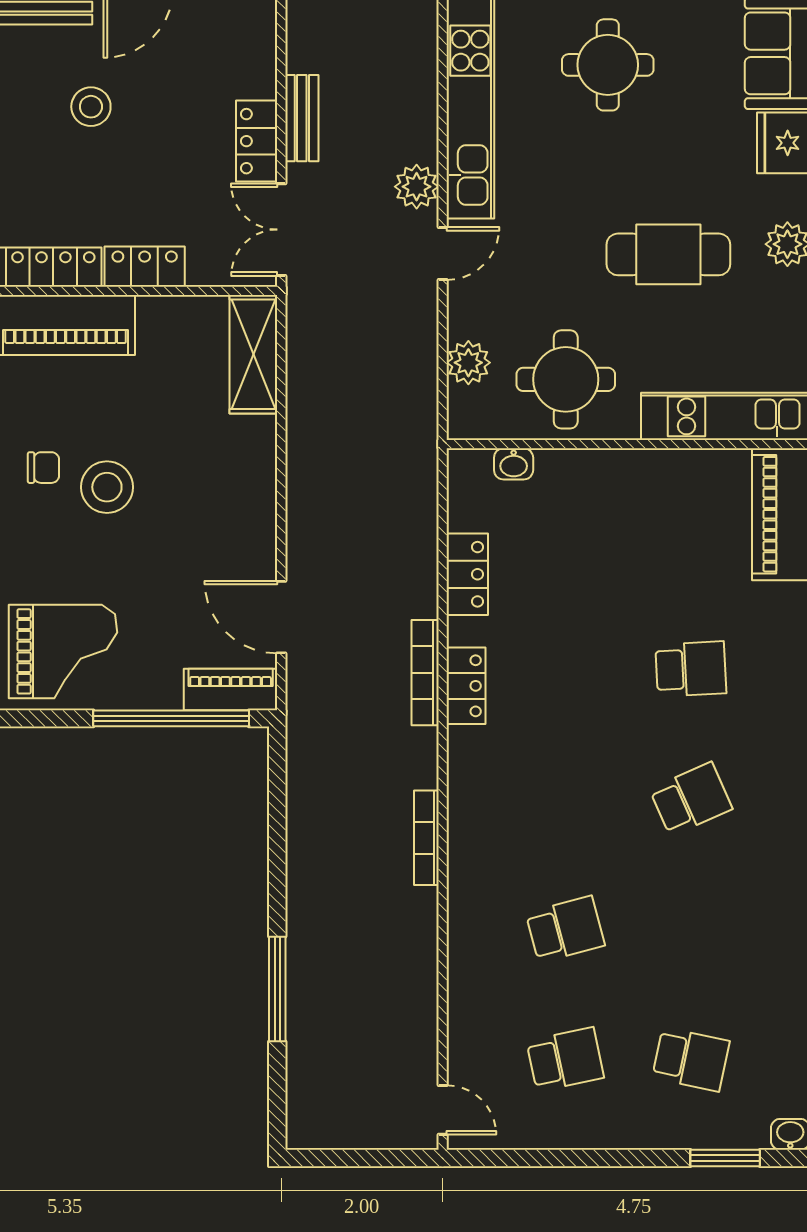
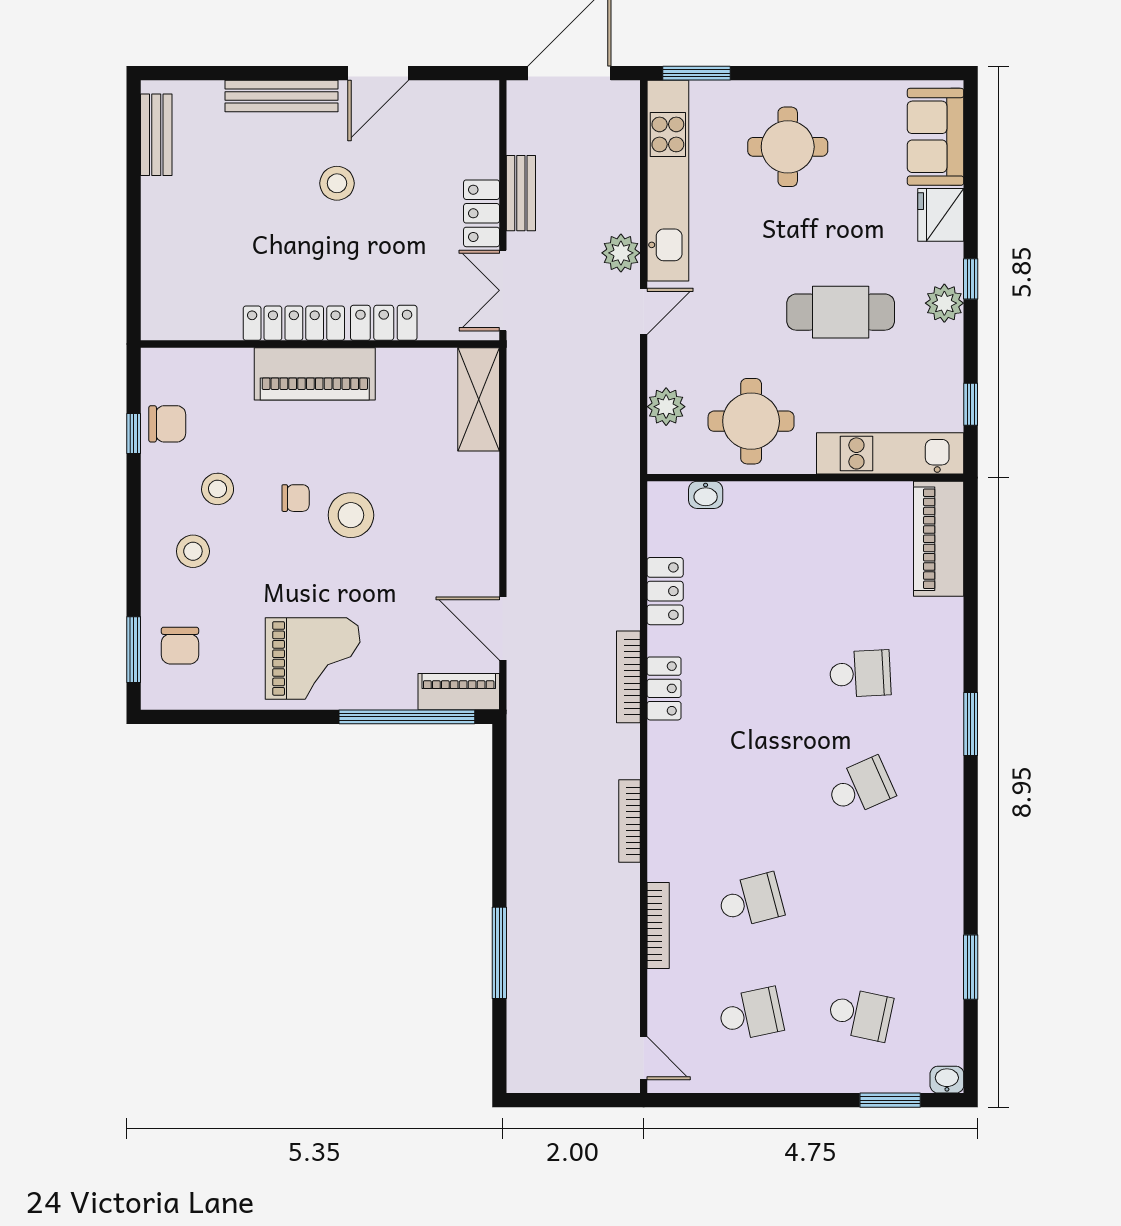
bookcase: (459, 958) -> (658, 925), added

